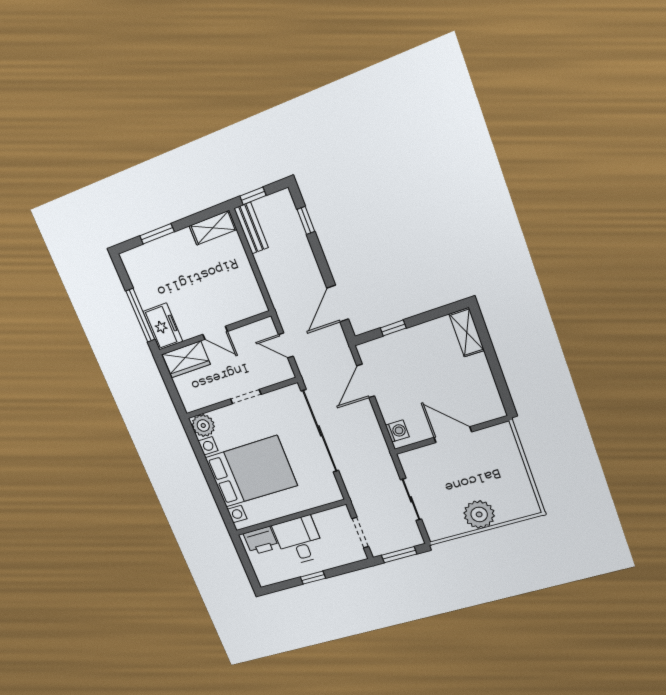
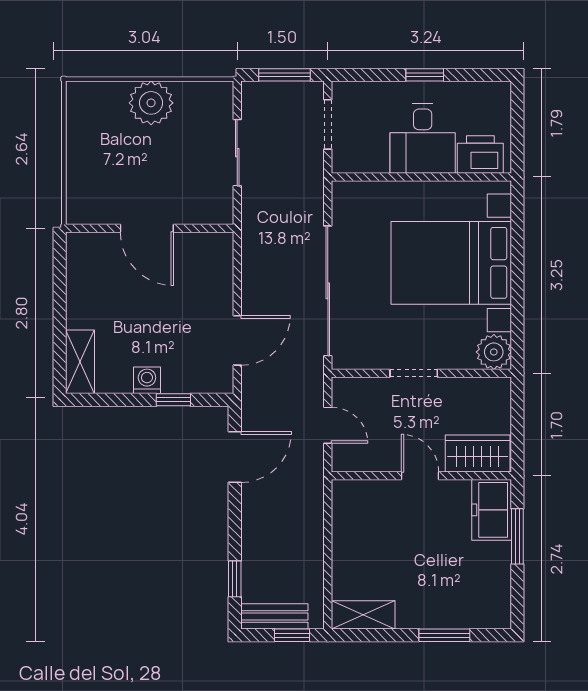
bench: (251, 228) -> (274, 616), moved, turned 90
window: (140, 315) -> (517, 536), width x0.69
washing machine: (397, 431) -> (147, 380), moved, turned 90

